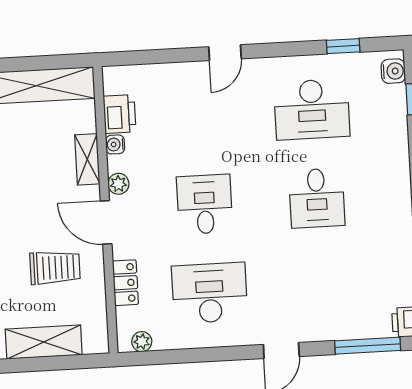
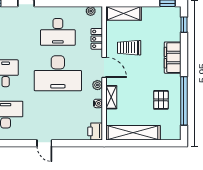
door: (225, 53) -> (44, 143), swing flipped
printer: (120, 114) -> (95, 131), moved
desk: (205, 204) -> (58, 73), width x1.87, depth x1.30
shelving: (44, 342) -> (124, 13), moved

